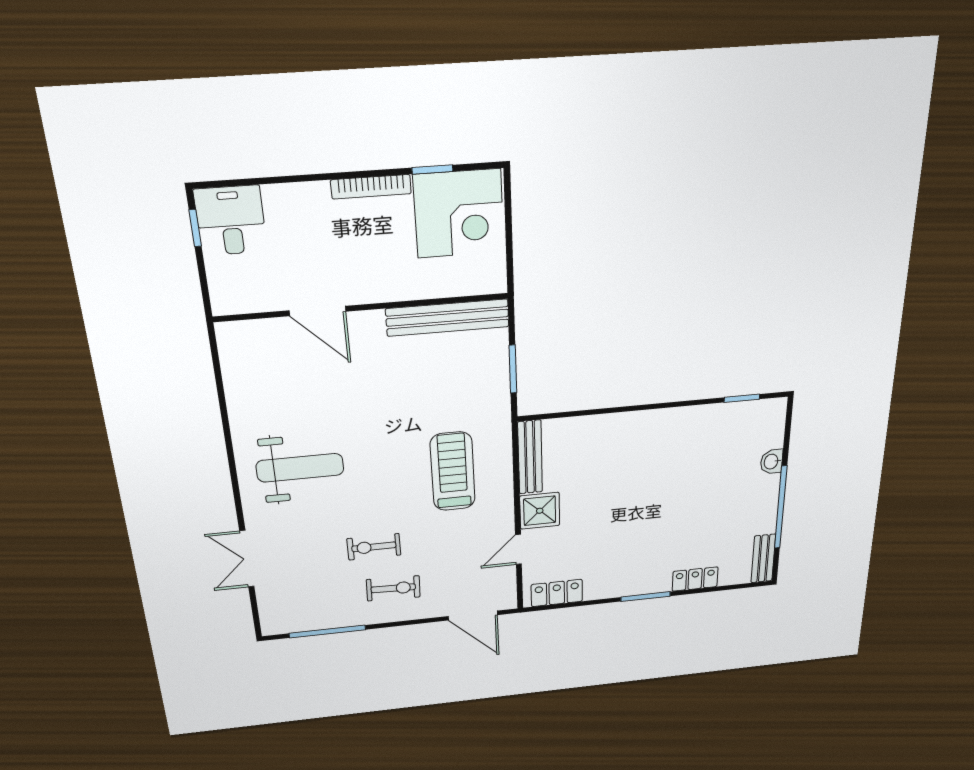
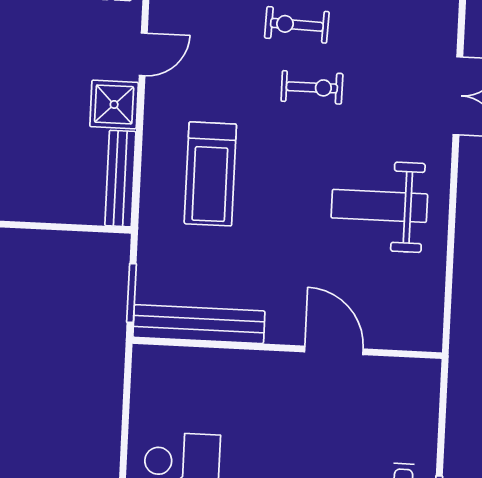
wall: (362, 307) -> (287, 348), moved
door: (318, 311) -> (334, 350), moved
bench: (448, 318) -> (199, 324), moved

